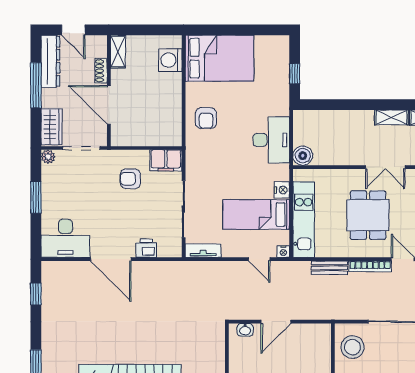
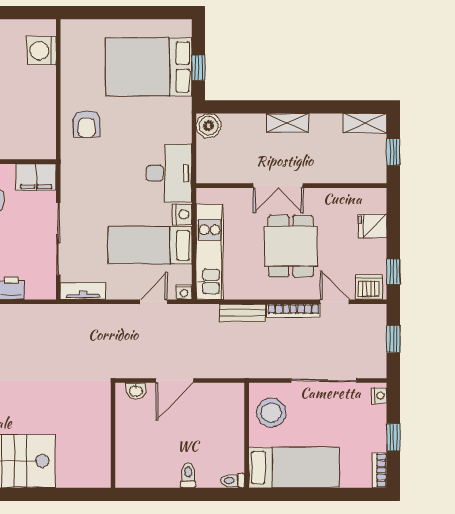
bed: (220, 58) -> (149, 67), moved, turned 180
shelving: (391, 117) -> (288, 123), moved
desk: (271, 140) -> (169, 173), moved
boiler: (303, 156) -> (208, 126), moved
double door: (385, 167) -> (278, 186), moved
door: (259, 259) -> (154, 302), swing flipped

